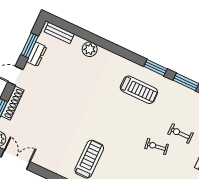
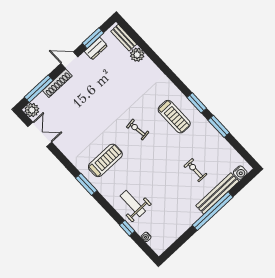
plant: (90, 49) -> (137, 55), moved
exercise bike: (157, 147) -> (138, 130), moved

